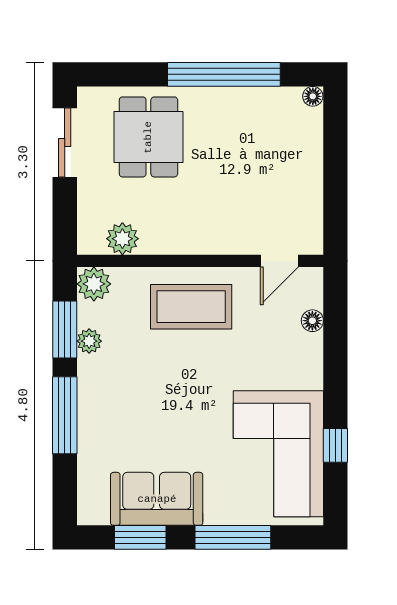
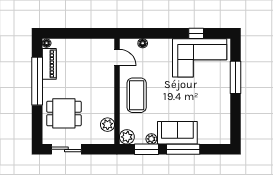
piano: (264, 103) -> (49, 64), added
sofa: (157, 499) -> (177, 133), moved, turned 90
window: (140, 537) -> (236, 117), removed

